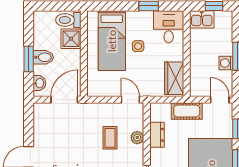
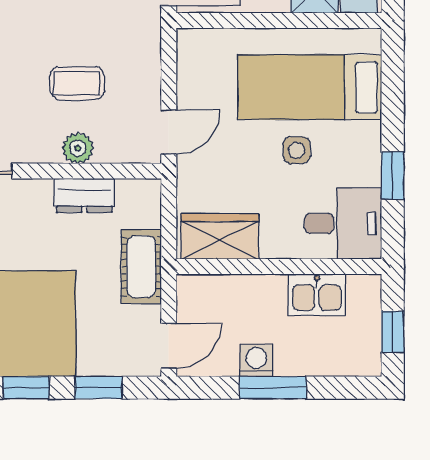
kitchen sink: (202, 19) -> (317, 295), moved, turned -90

